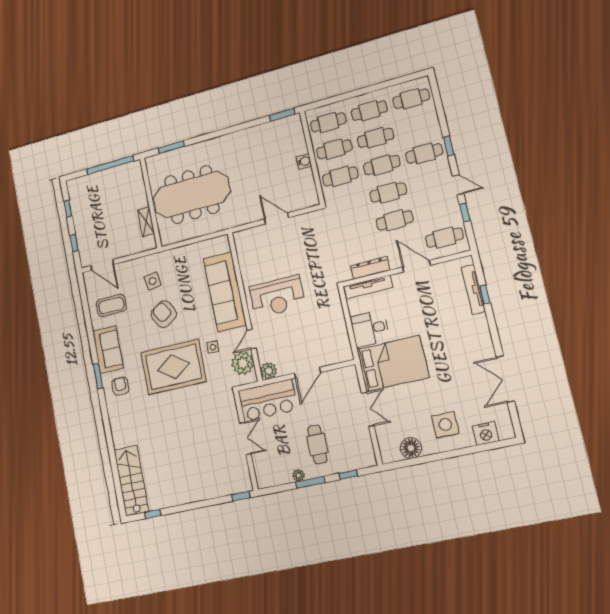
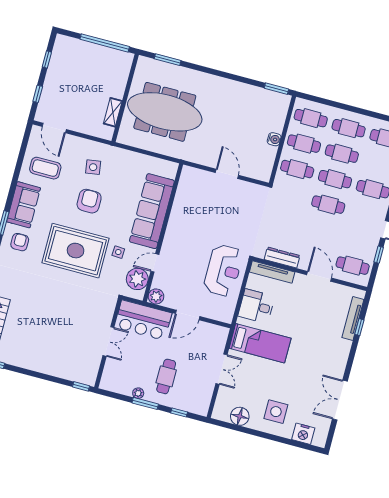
cafe table: (395, 220) -> (321, 230), removed
reception desk: (277, 297) -> (223, 270), moved, turned -90
armchair: (164, 314) -> (89, 201), turned 32
bed: (393, 363) -> (260, 343), width x0.67

